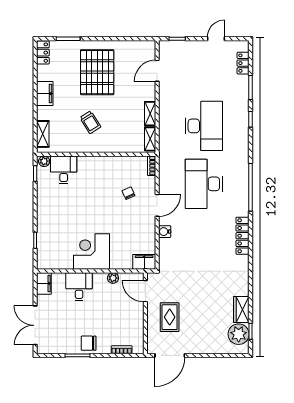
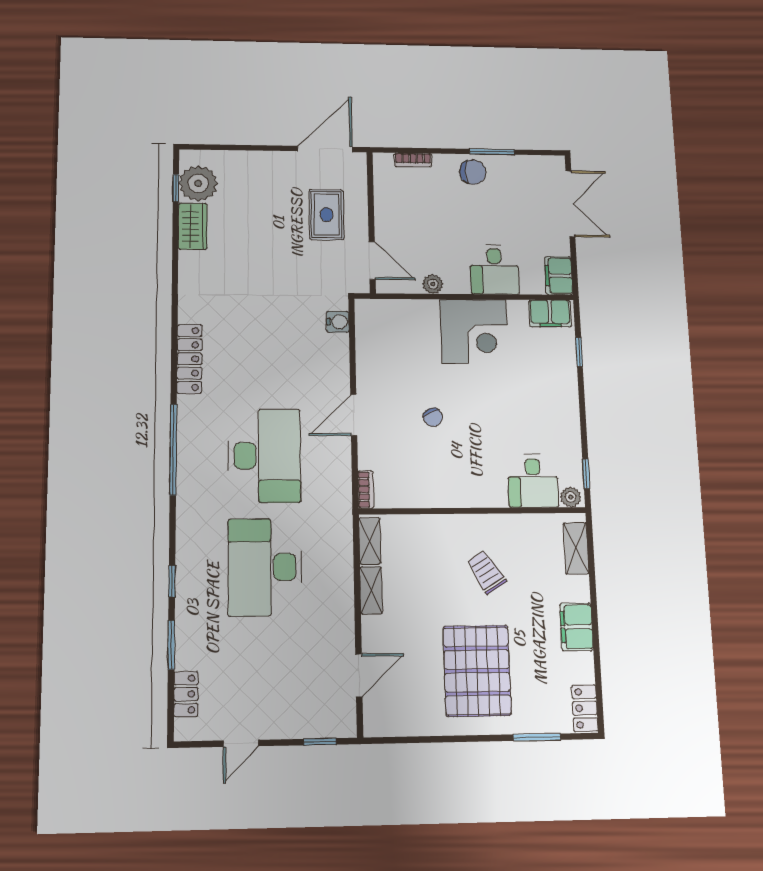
chair: (128, 193) -> (433, 417), moved
water cooler: (165, 232) -> (338, 322), moved
filing cabinet: (144, 262) -> (550, 313), moved

